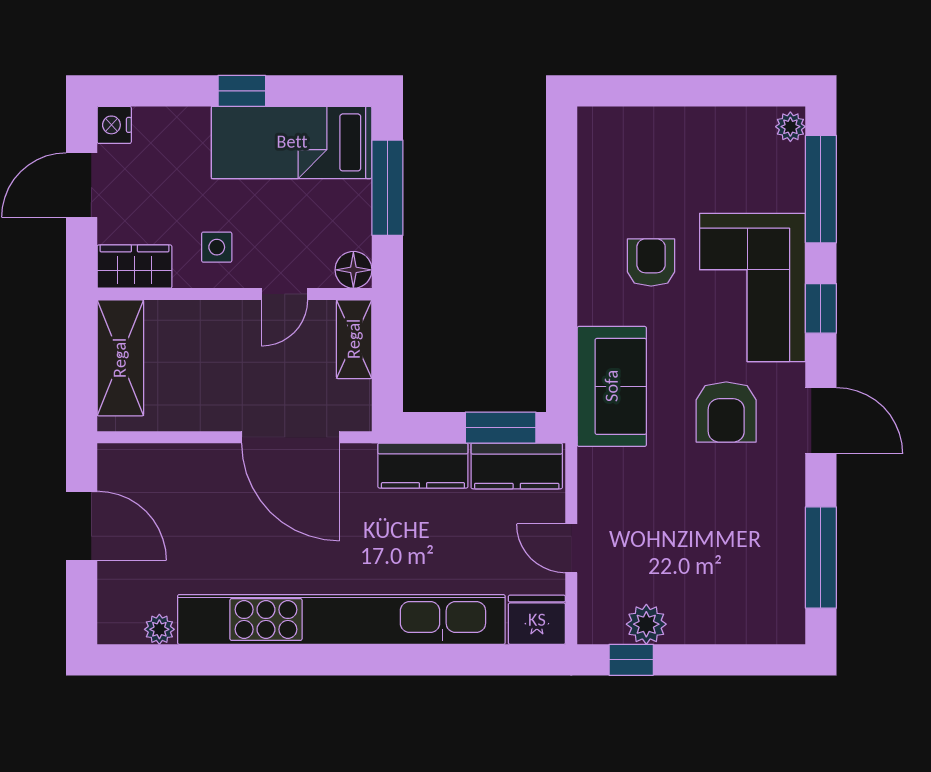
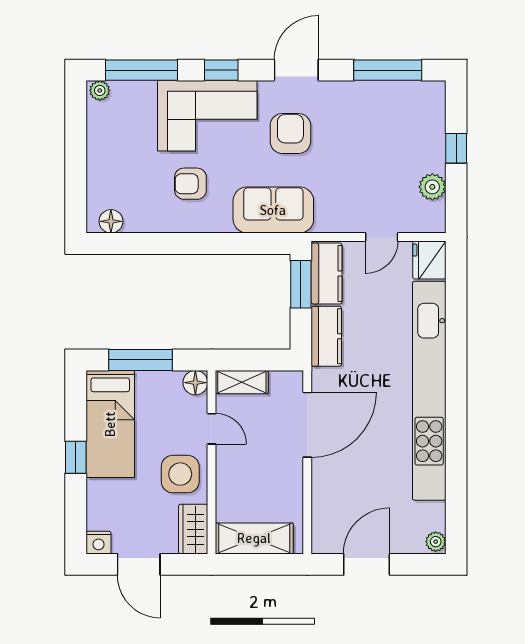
floor lamp: (595, 144) -> (111, 221), added
side table: (217, 247) -> (180, 474), width x1.87, depth x1.87
armchair: (726, 412) -> (290, 133), turned -90
plant: (159, 629) -> (436, 542), moved
window: (631, 660) -> (456, 148), moved

